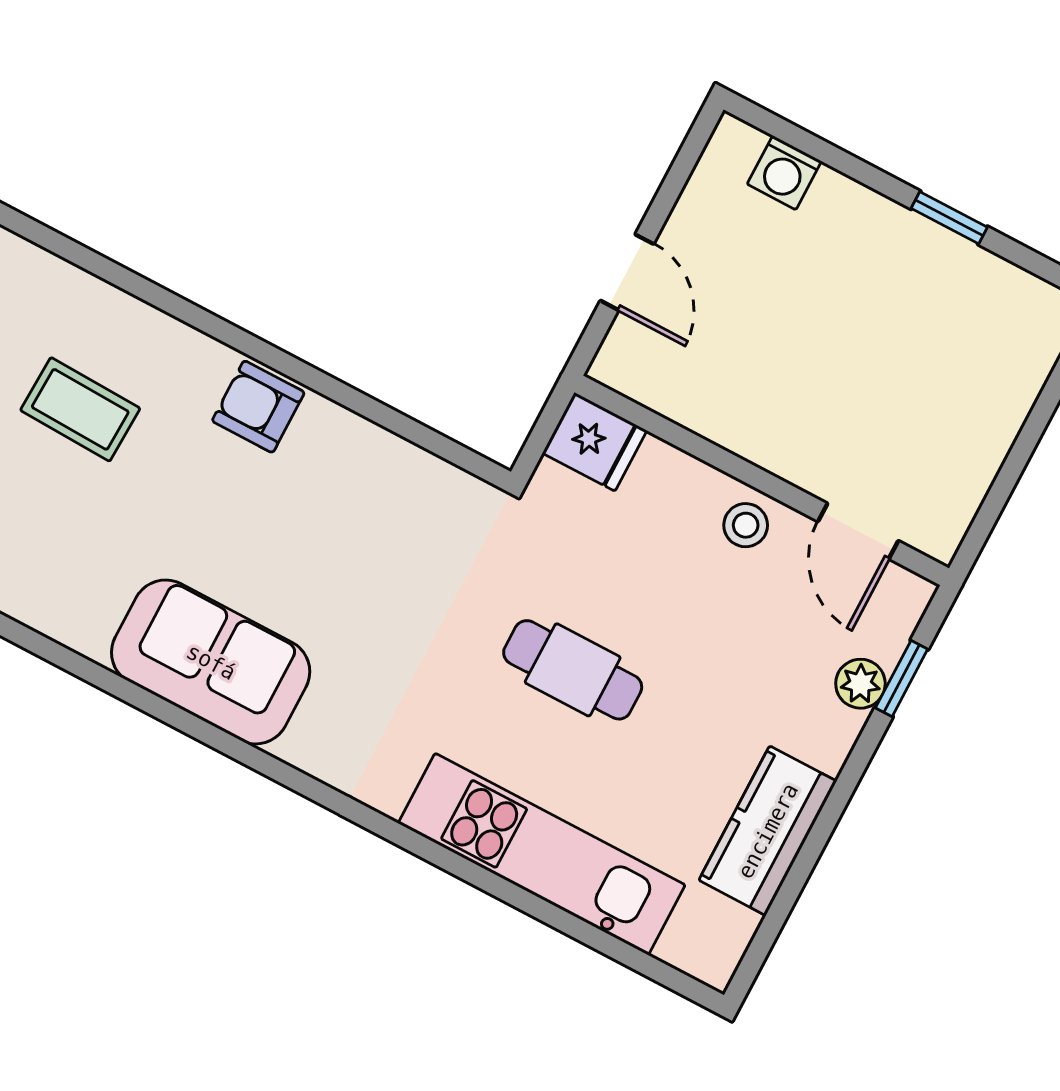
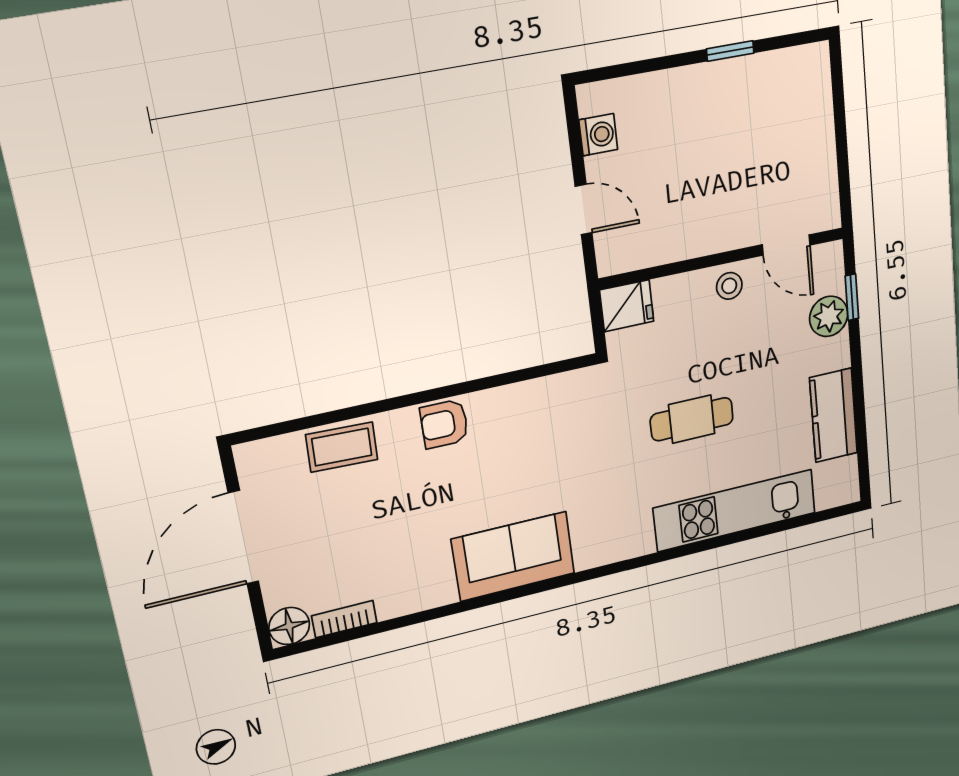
washing machine: (784, 173) -> (598, 135), moved, turned -90
coffee table: (80, 409) -> (342, 447), moved
plant: (860, 684) -> (829, 316), width x1.38, depth x1.38

